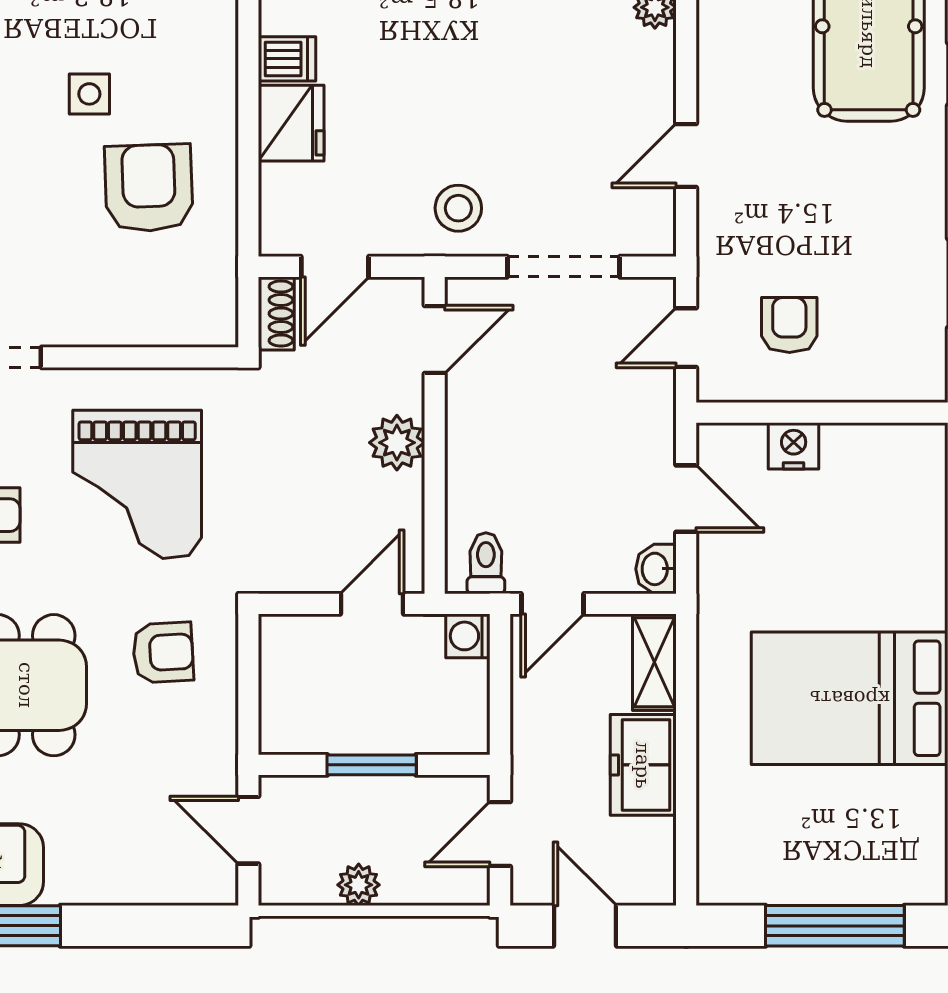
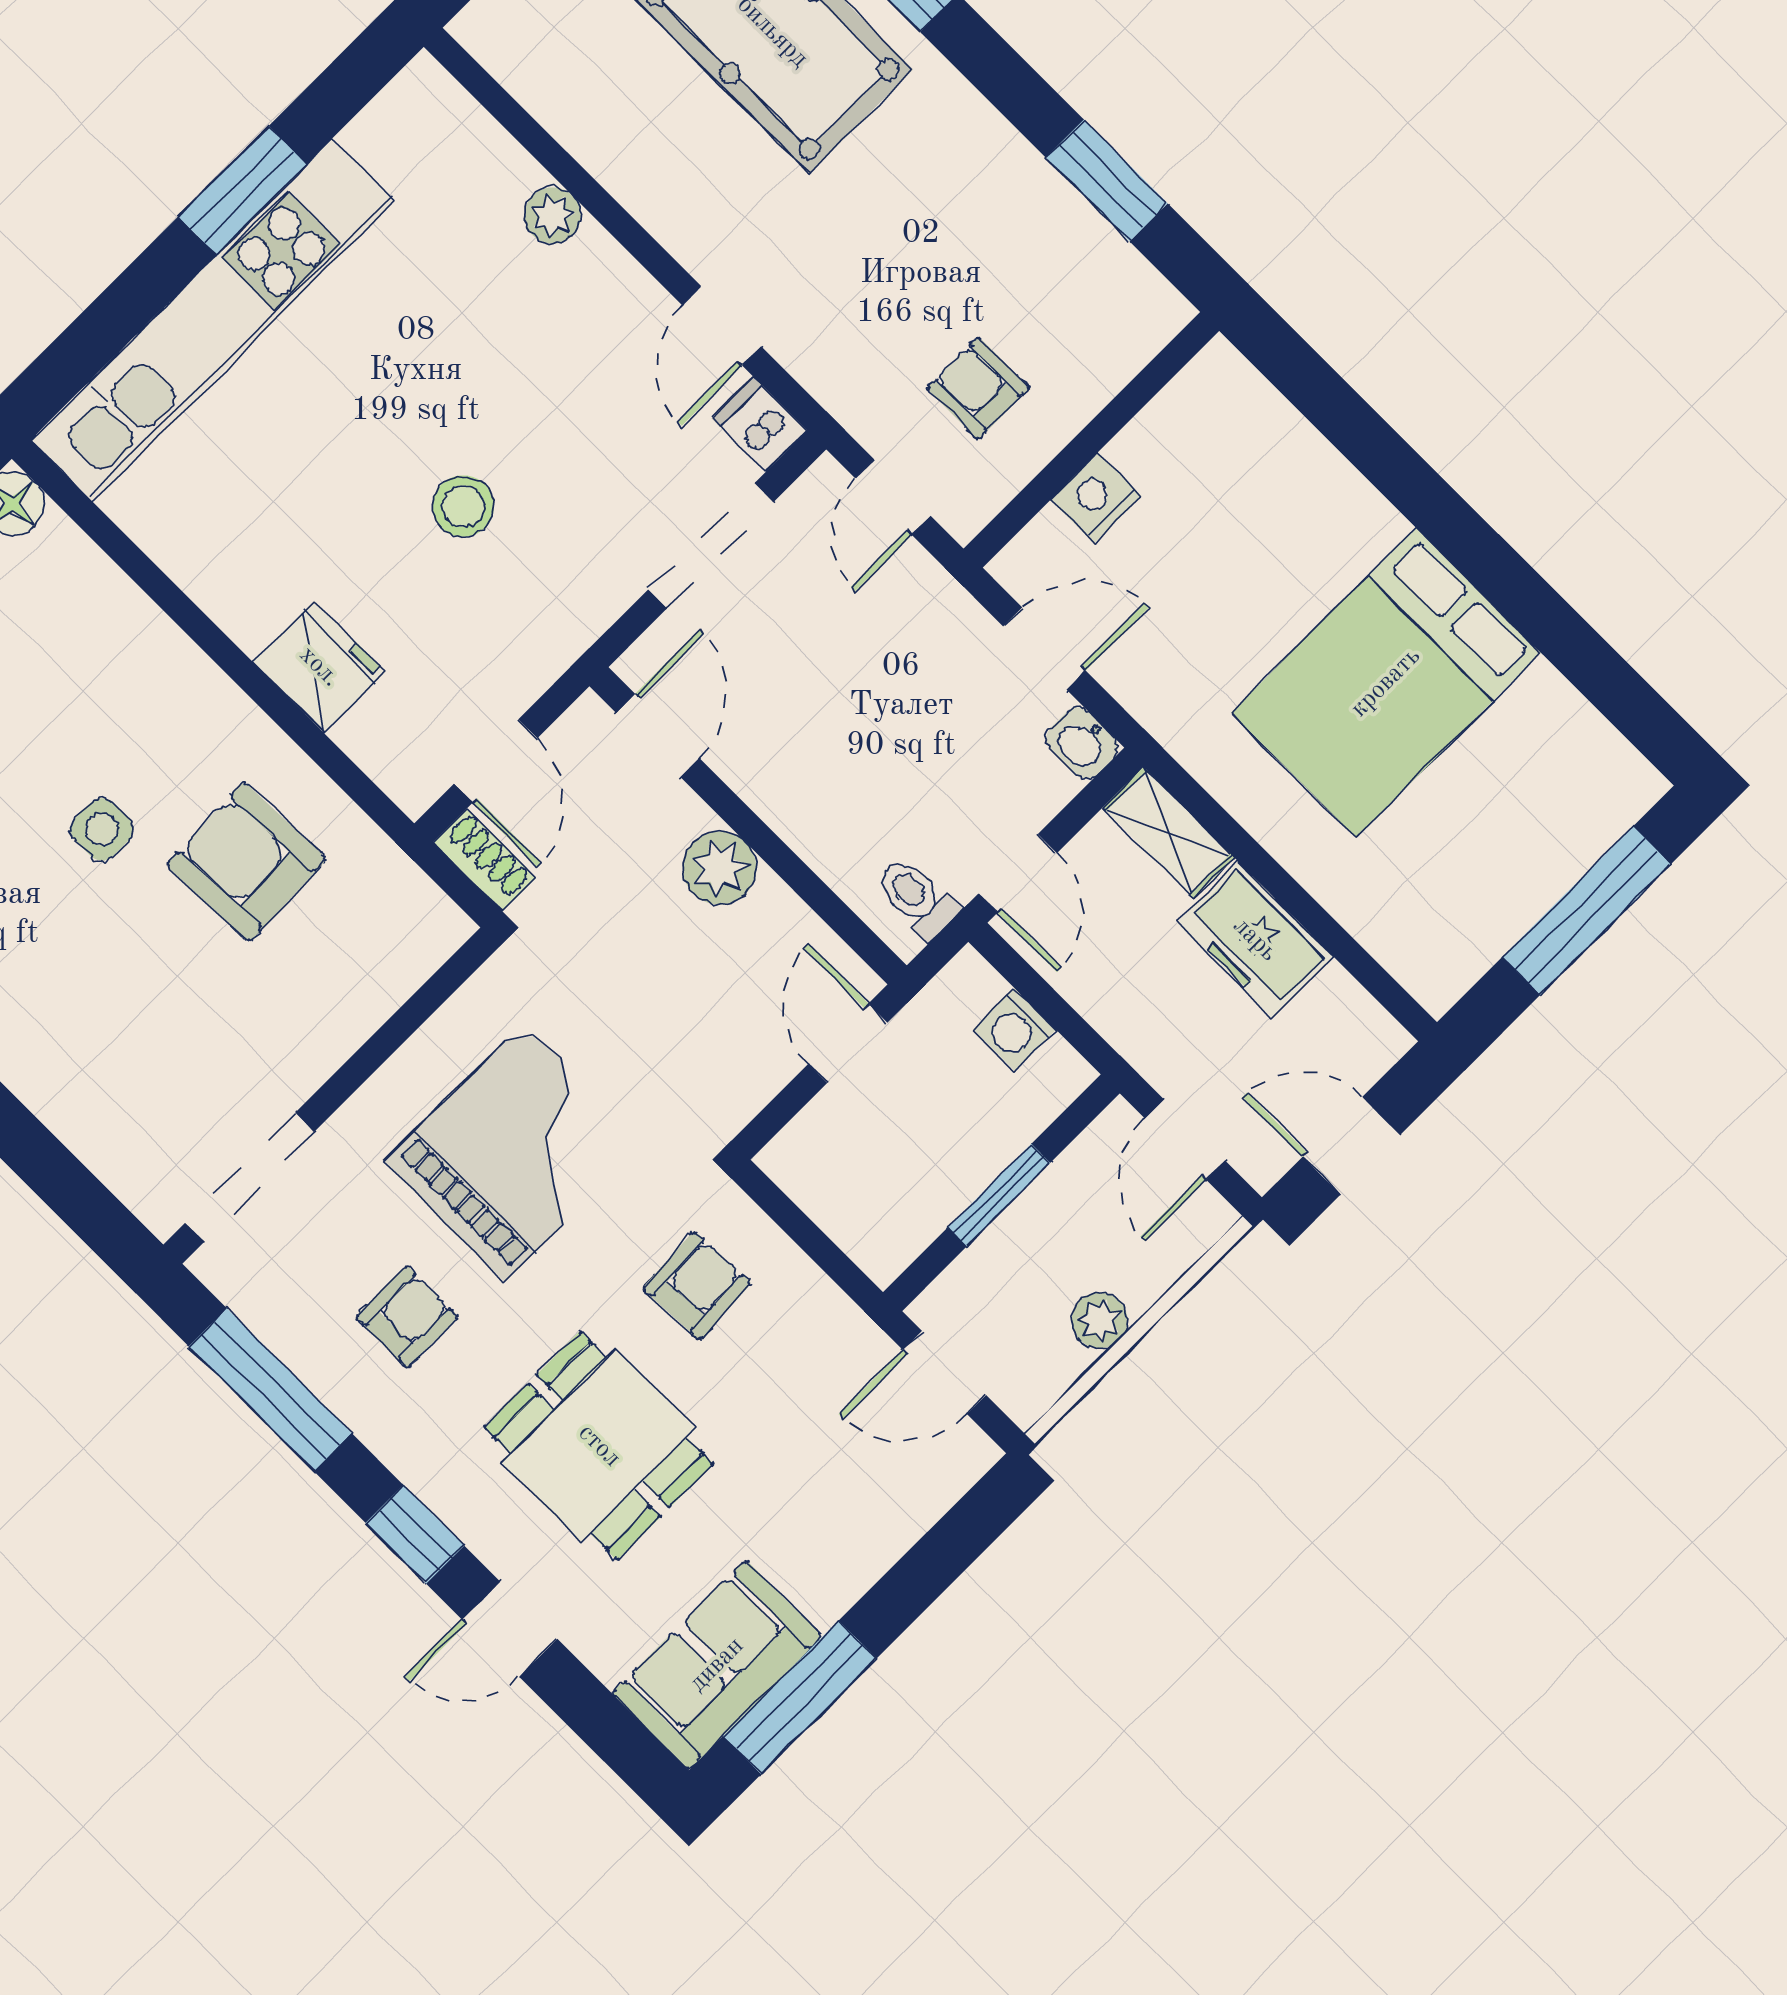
dishwasher: (287, 59) -> (759, 424), moved, turned -90
stool: (458, 208) -> (463, 506), moved
grand piano: (137, 484) -> (514, 1152), turned -90
washing machine: (468, 636) -> (1015, 1029), moved

